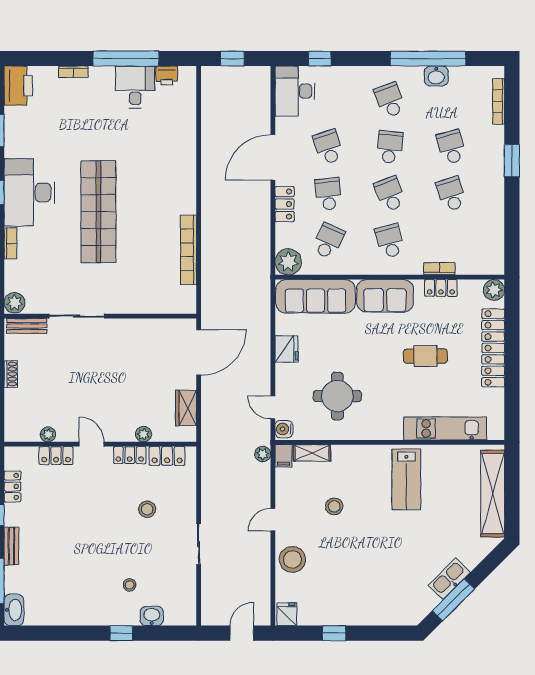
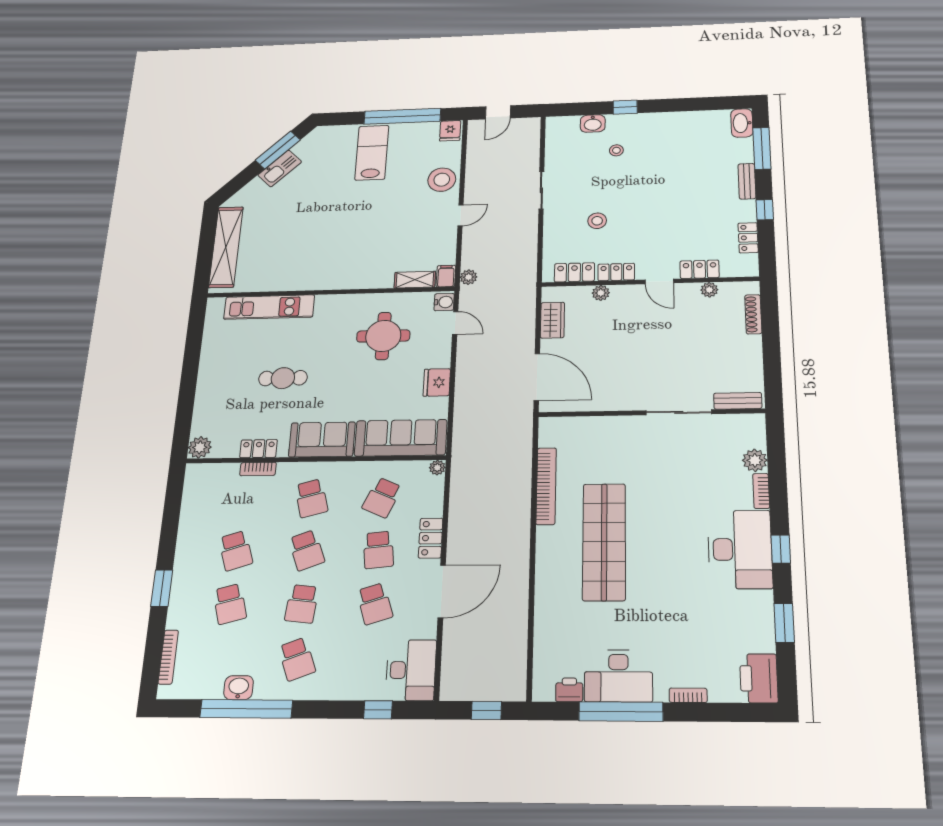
desk: (135, 87) -> (618, 676), width x1.37
shop shelf: (98, 212) -> (604, 542), moved
plant: (288, 262) -> (437, 468), width x0.53, depth x0.53
plant: (15, 303) -> (755, 460), moved
locker: (493, 348) -> (208, 388), removed
door: (199, 352) -> (537, 377), swing flipped
shoe rack: (11, 374) -> (753, 314), moved, width x1.43
lab bench: (406, 479) -> (372, 153), moved
stool: (334, 506) -> (394, 230), removed
window: (334, 633) -> (402, 116), width x3.17

